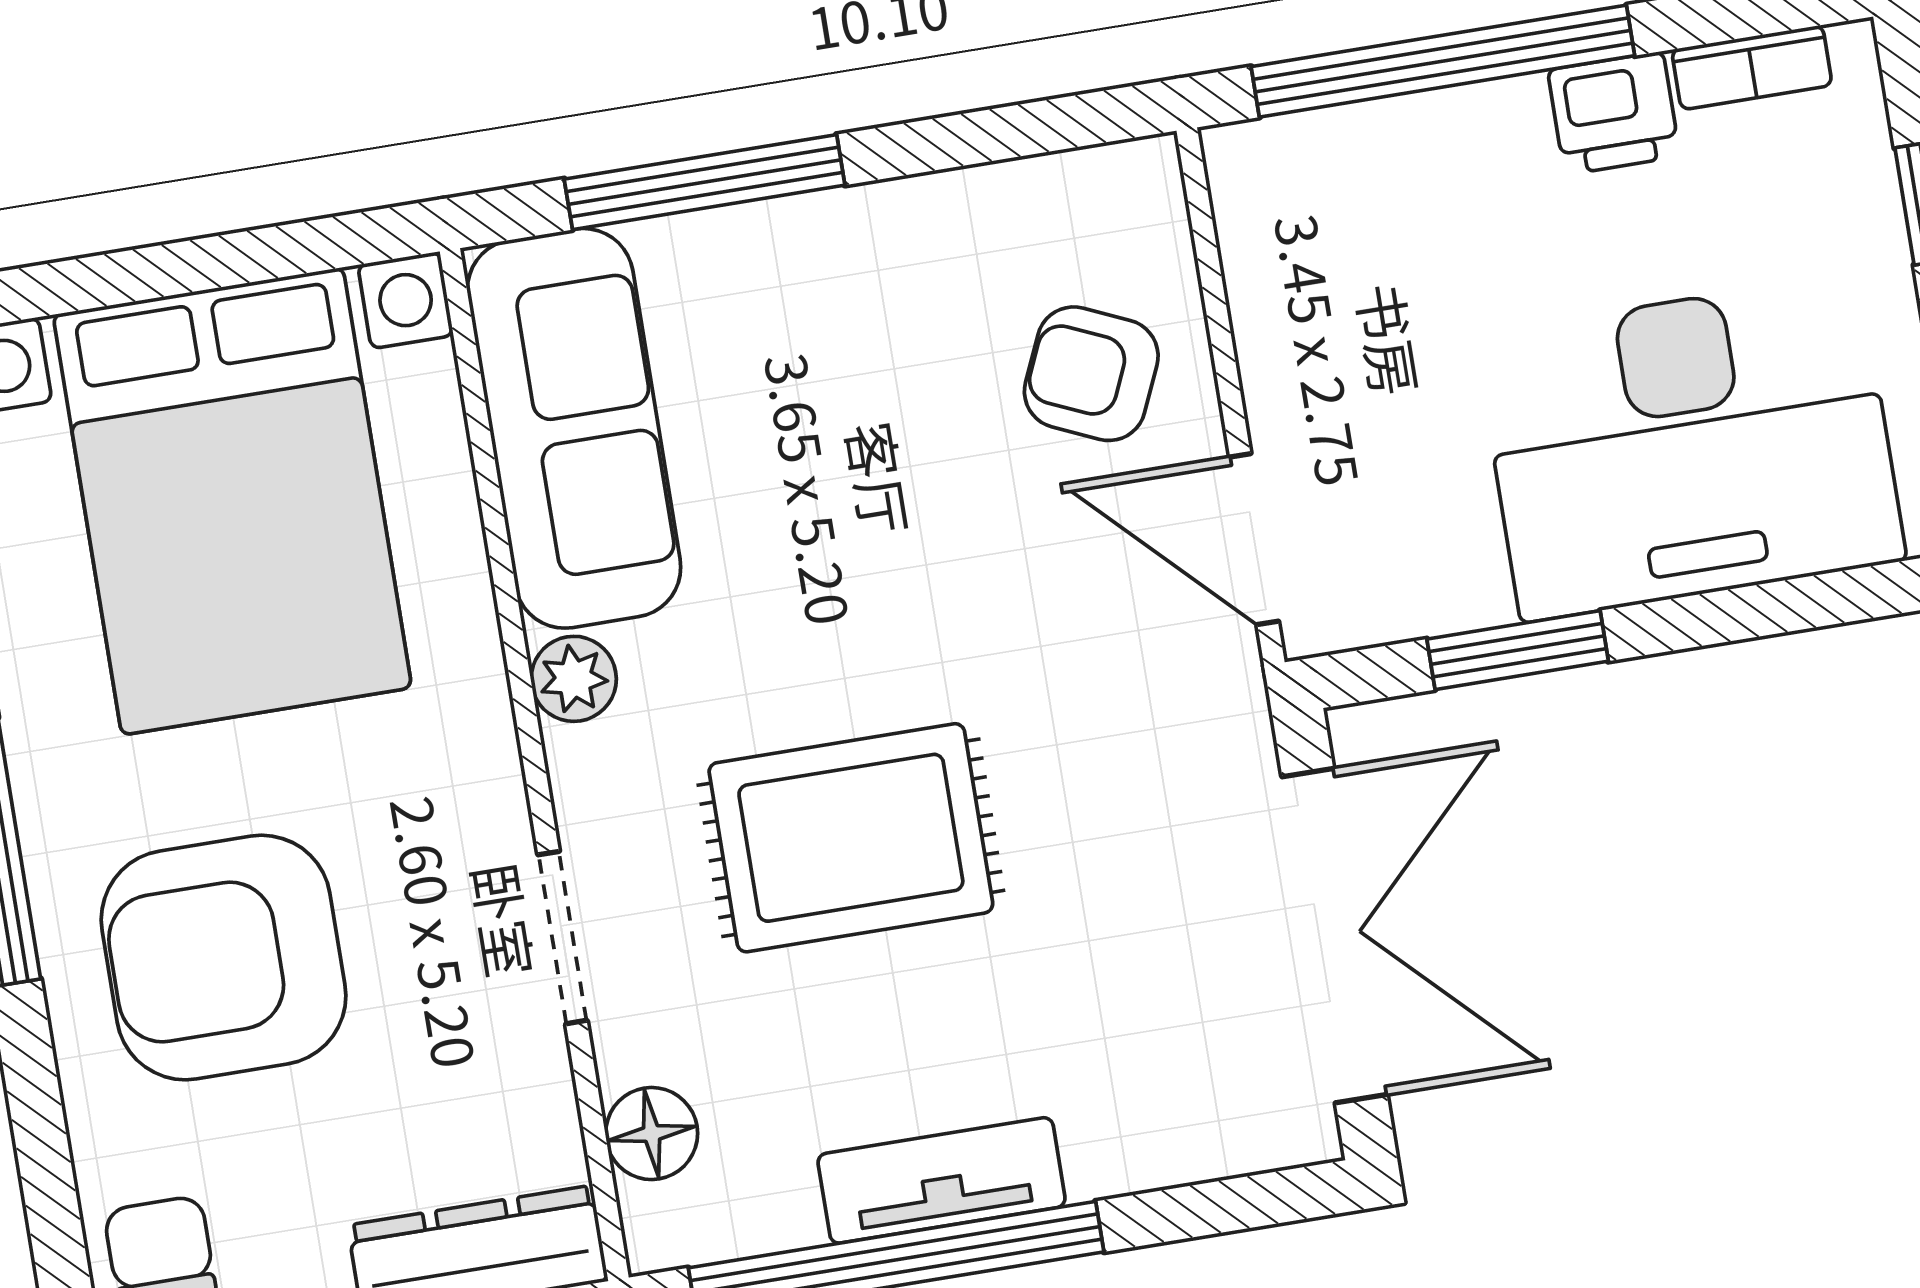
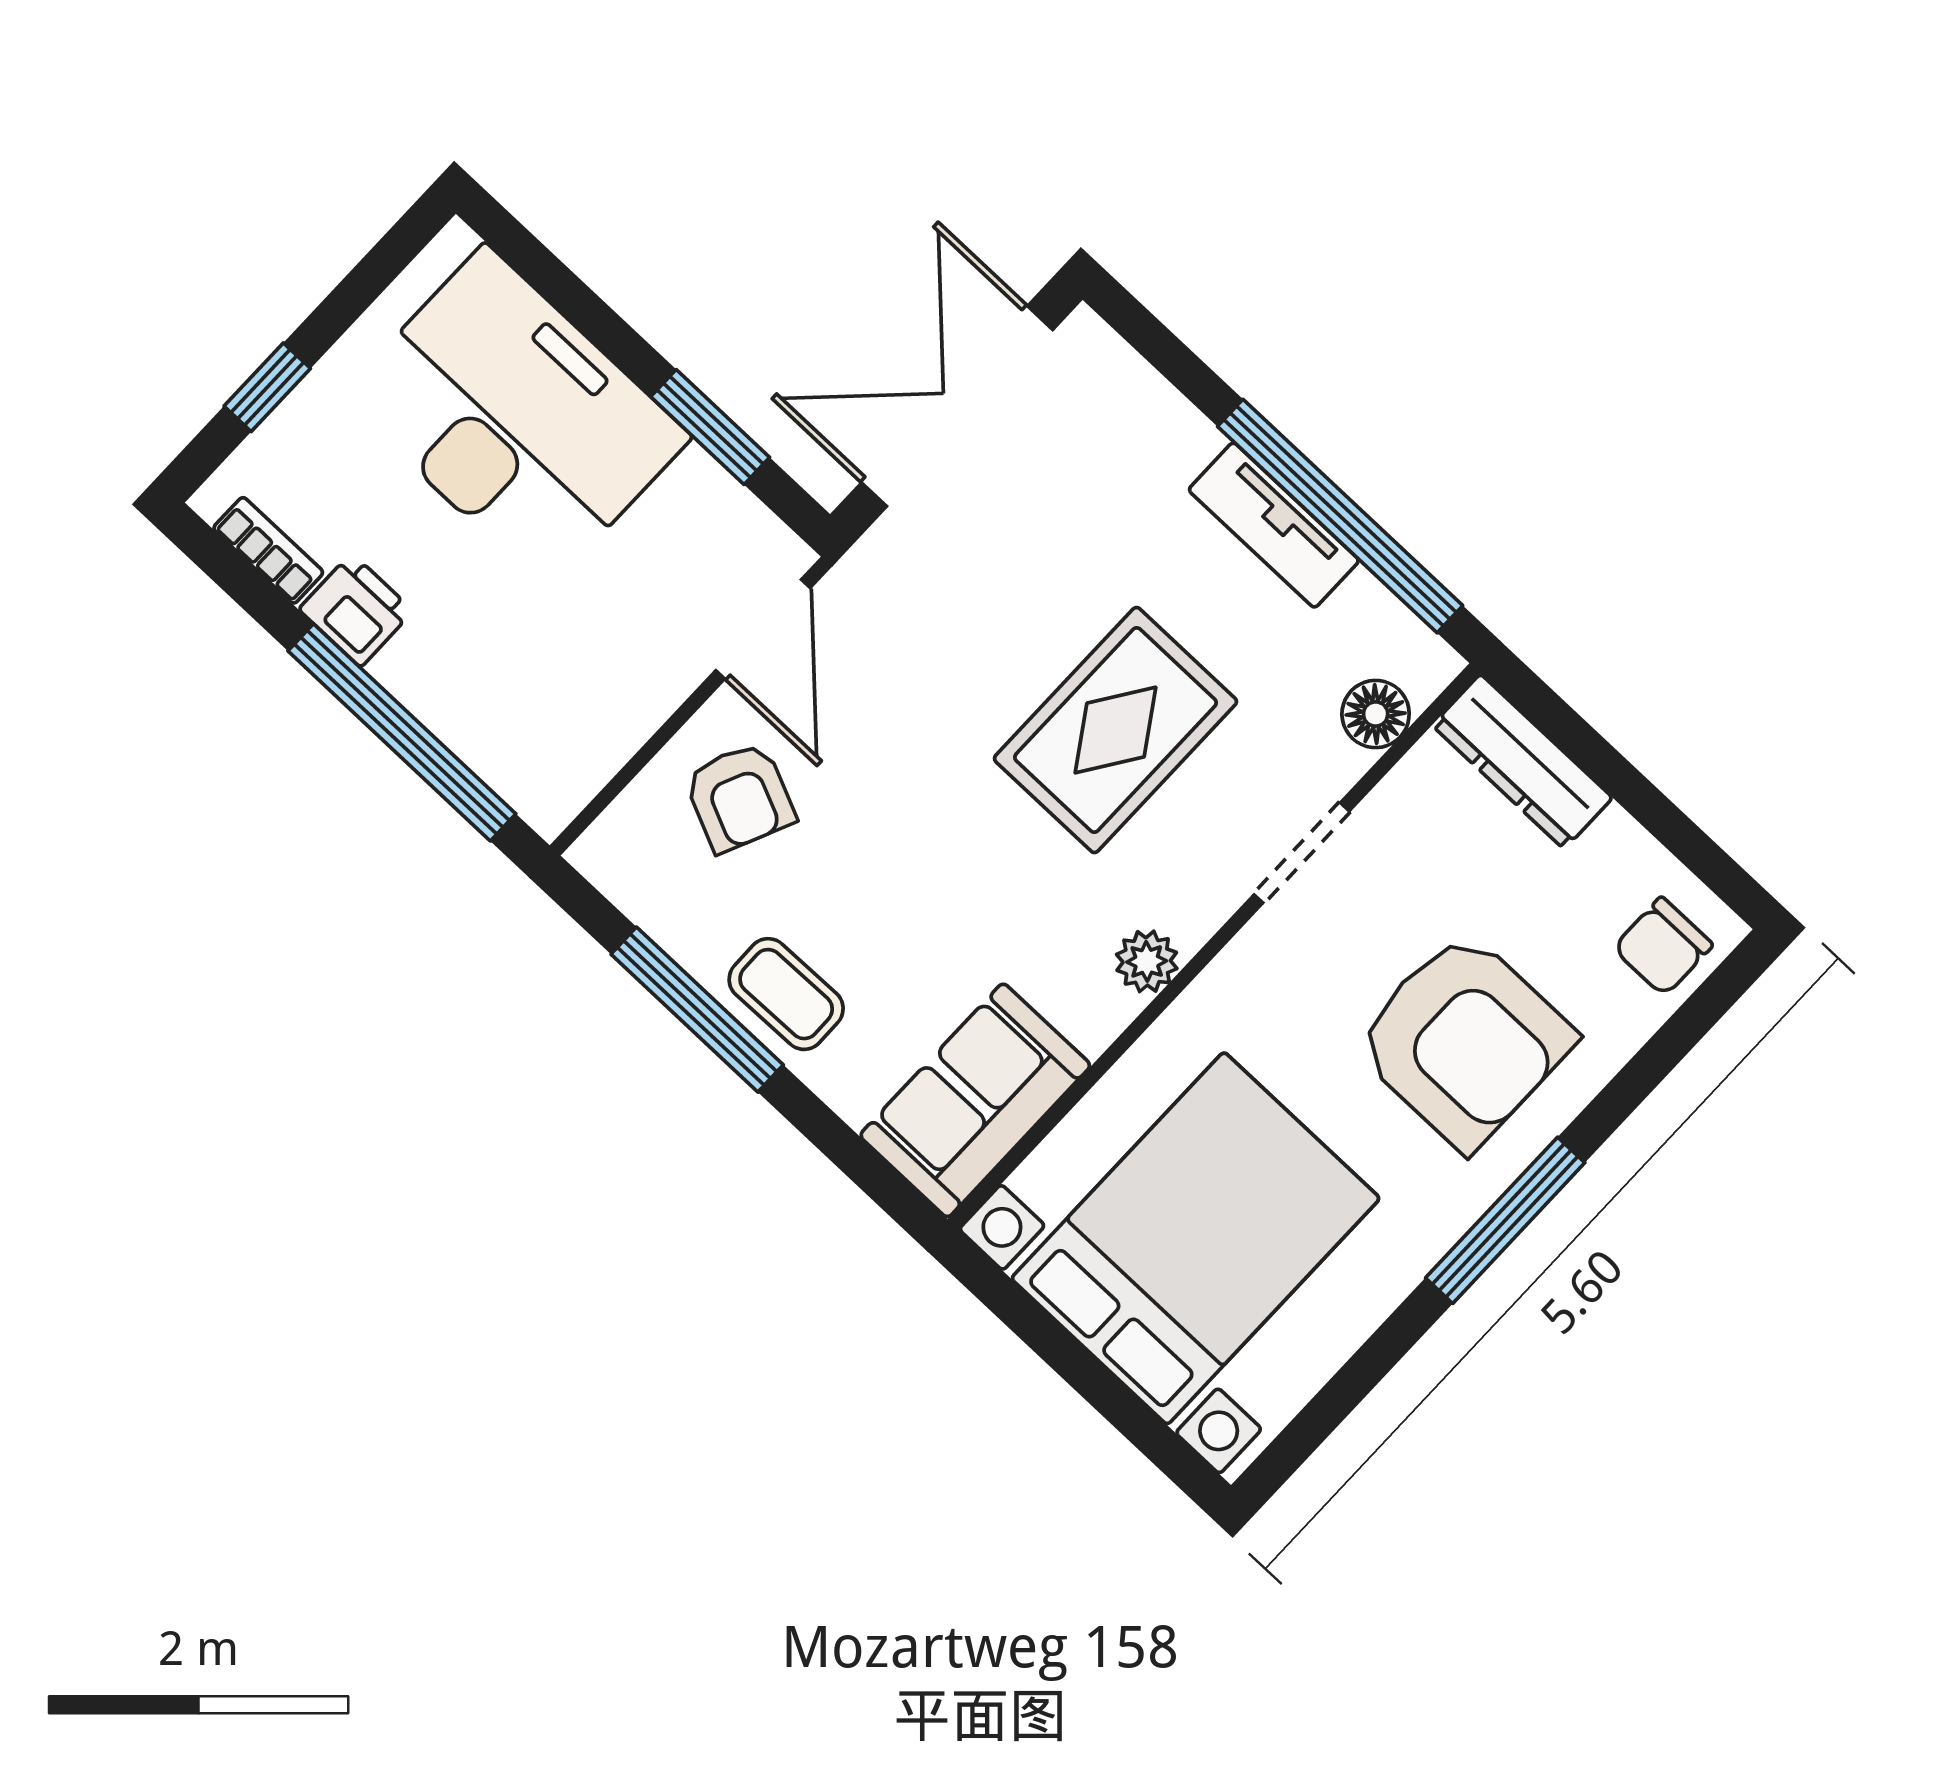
window: (705, 182) -> (697, 1010), moved
coffee table: (839, 260) -> (786, 994), added
sofa: (574, 428) -> (975, 1100), width x0.73
rug: (851, 838) -> (1116, 730), turned 90

